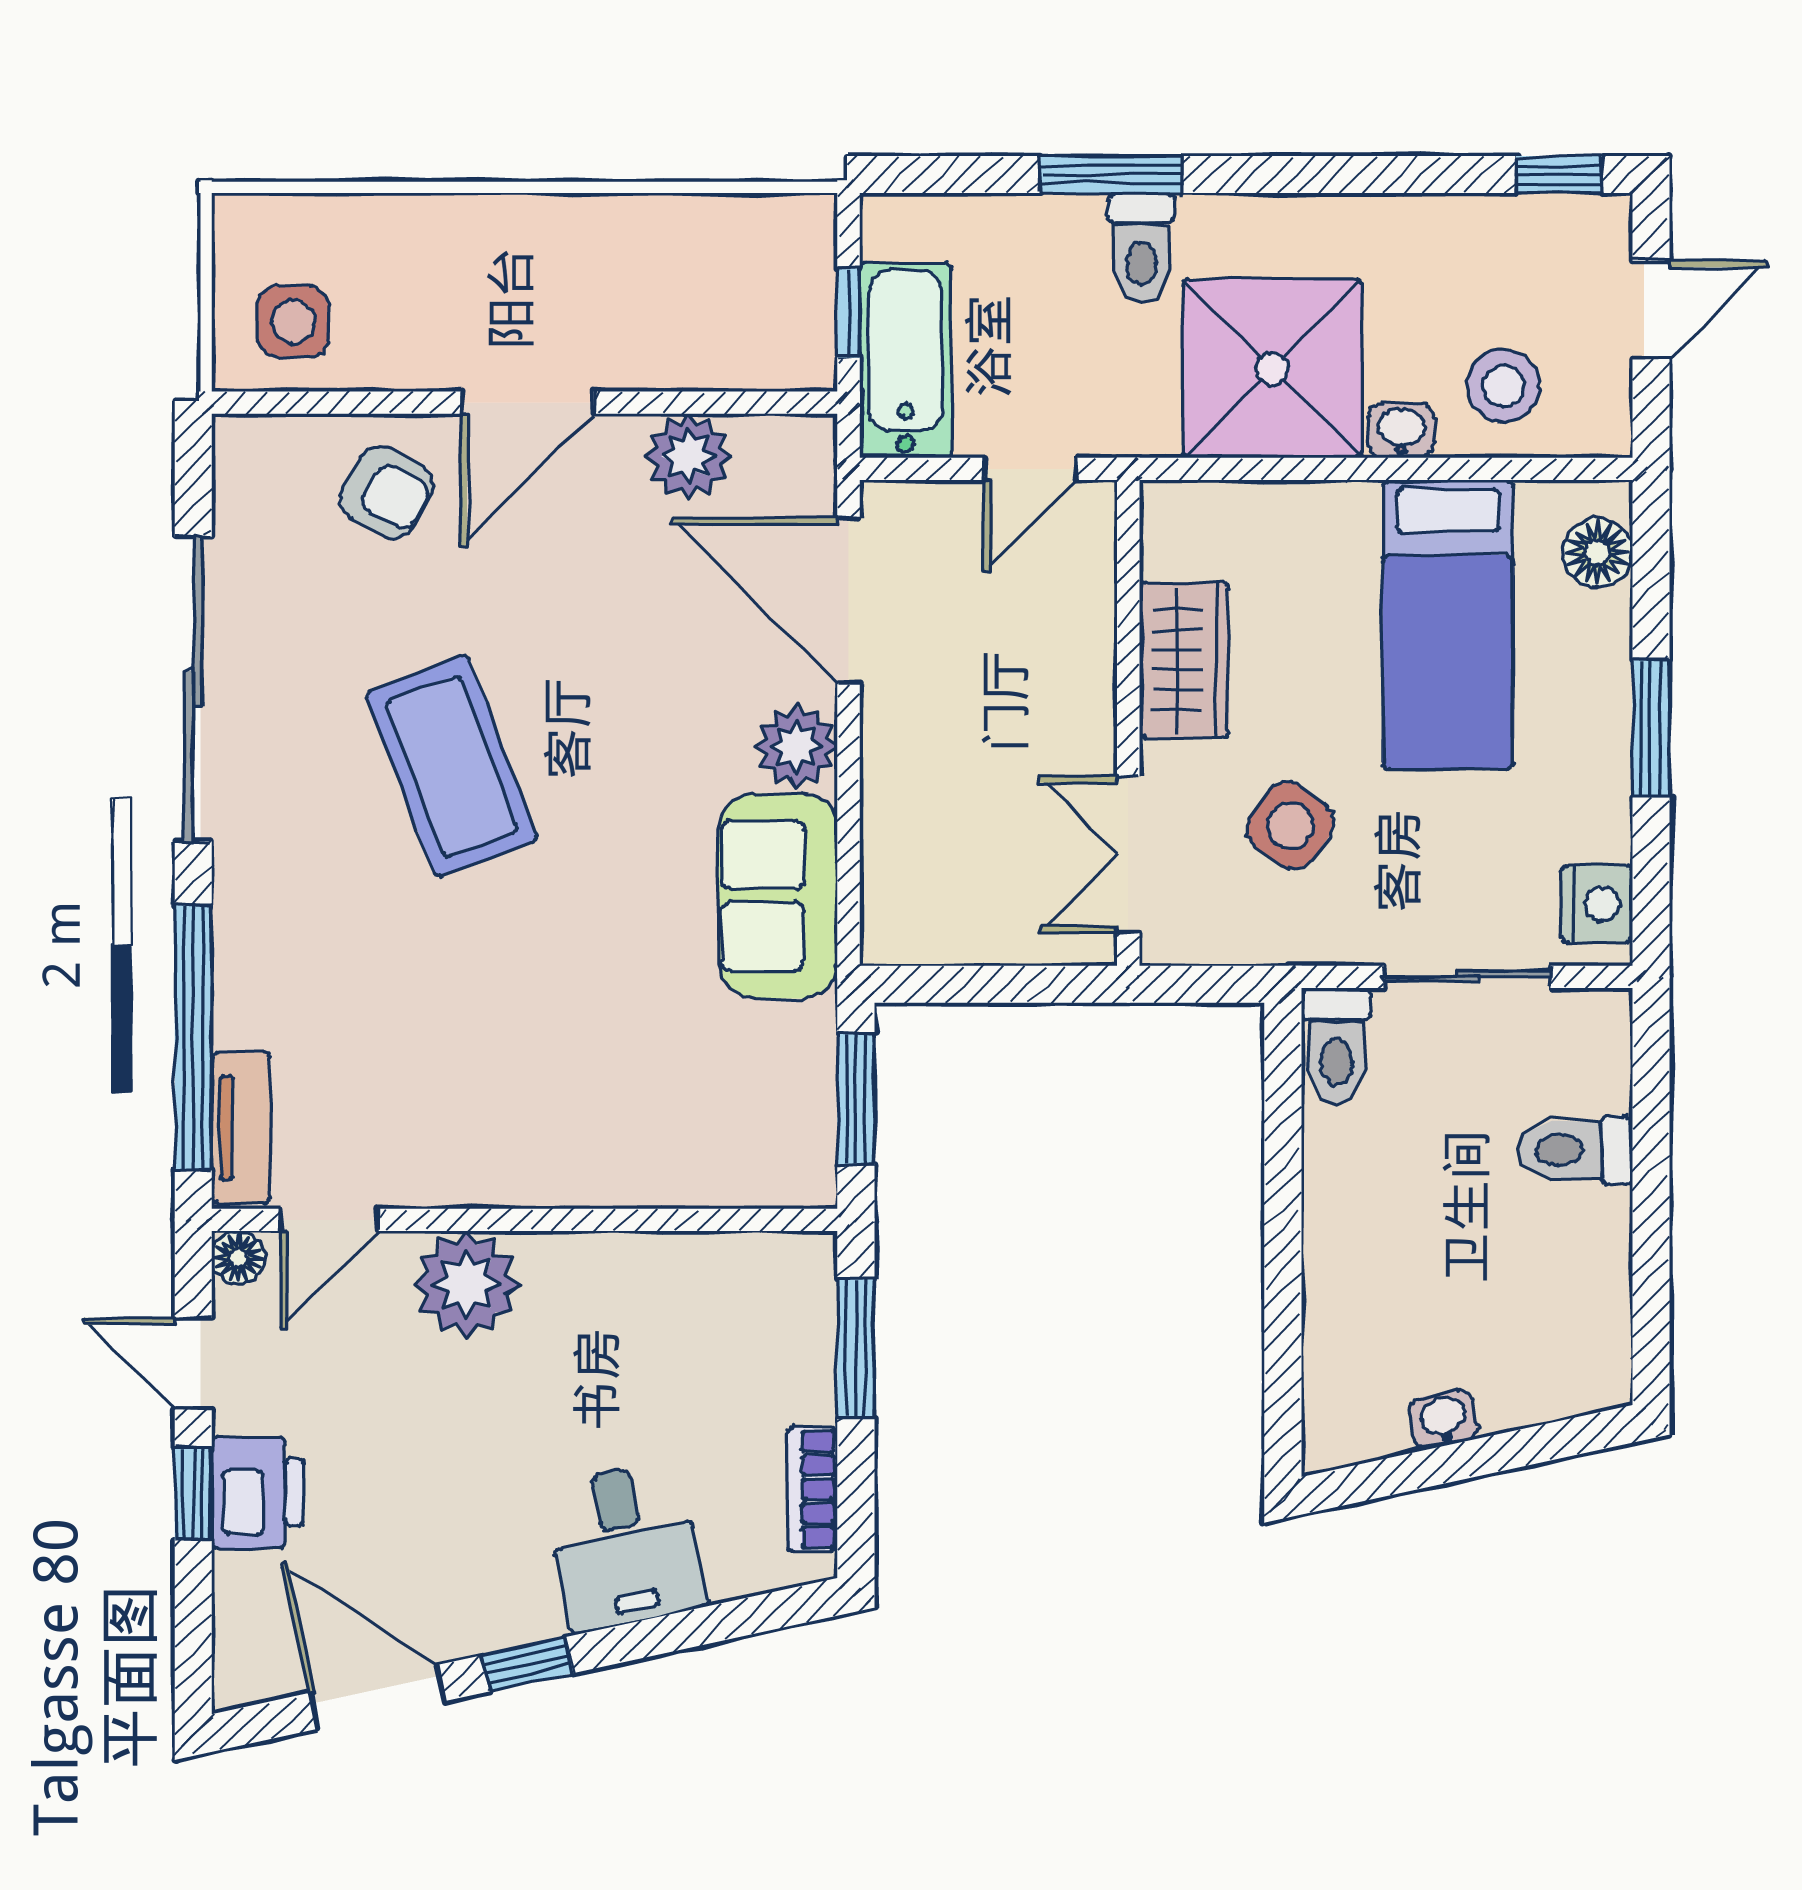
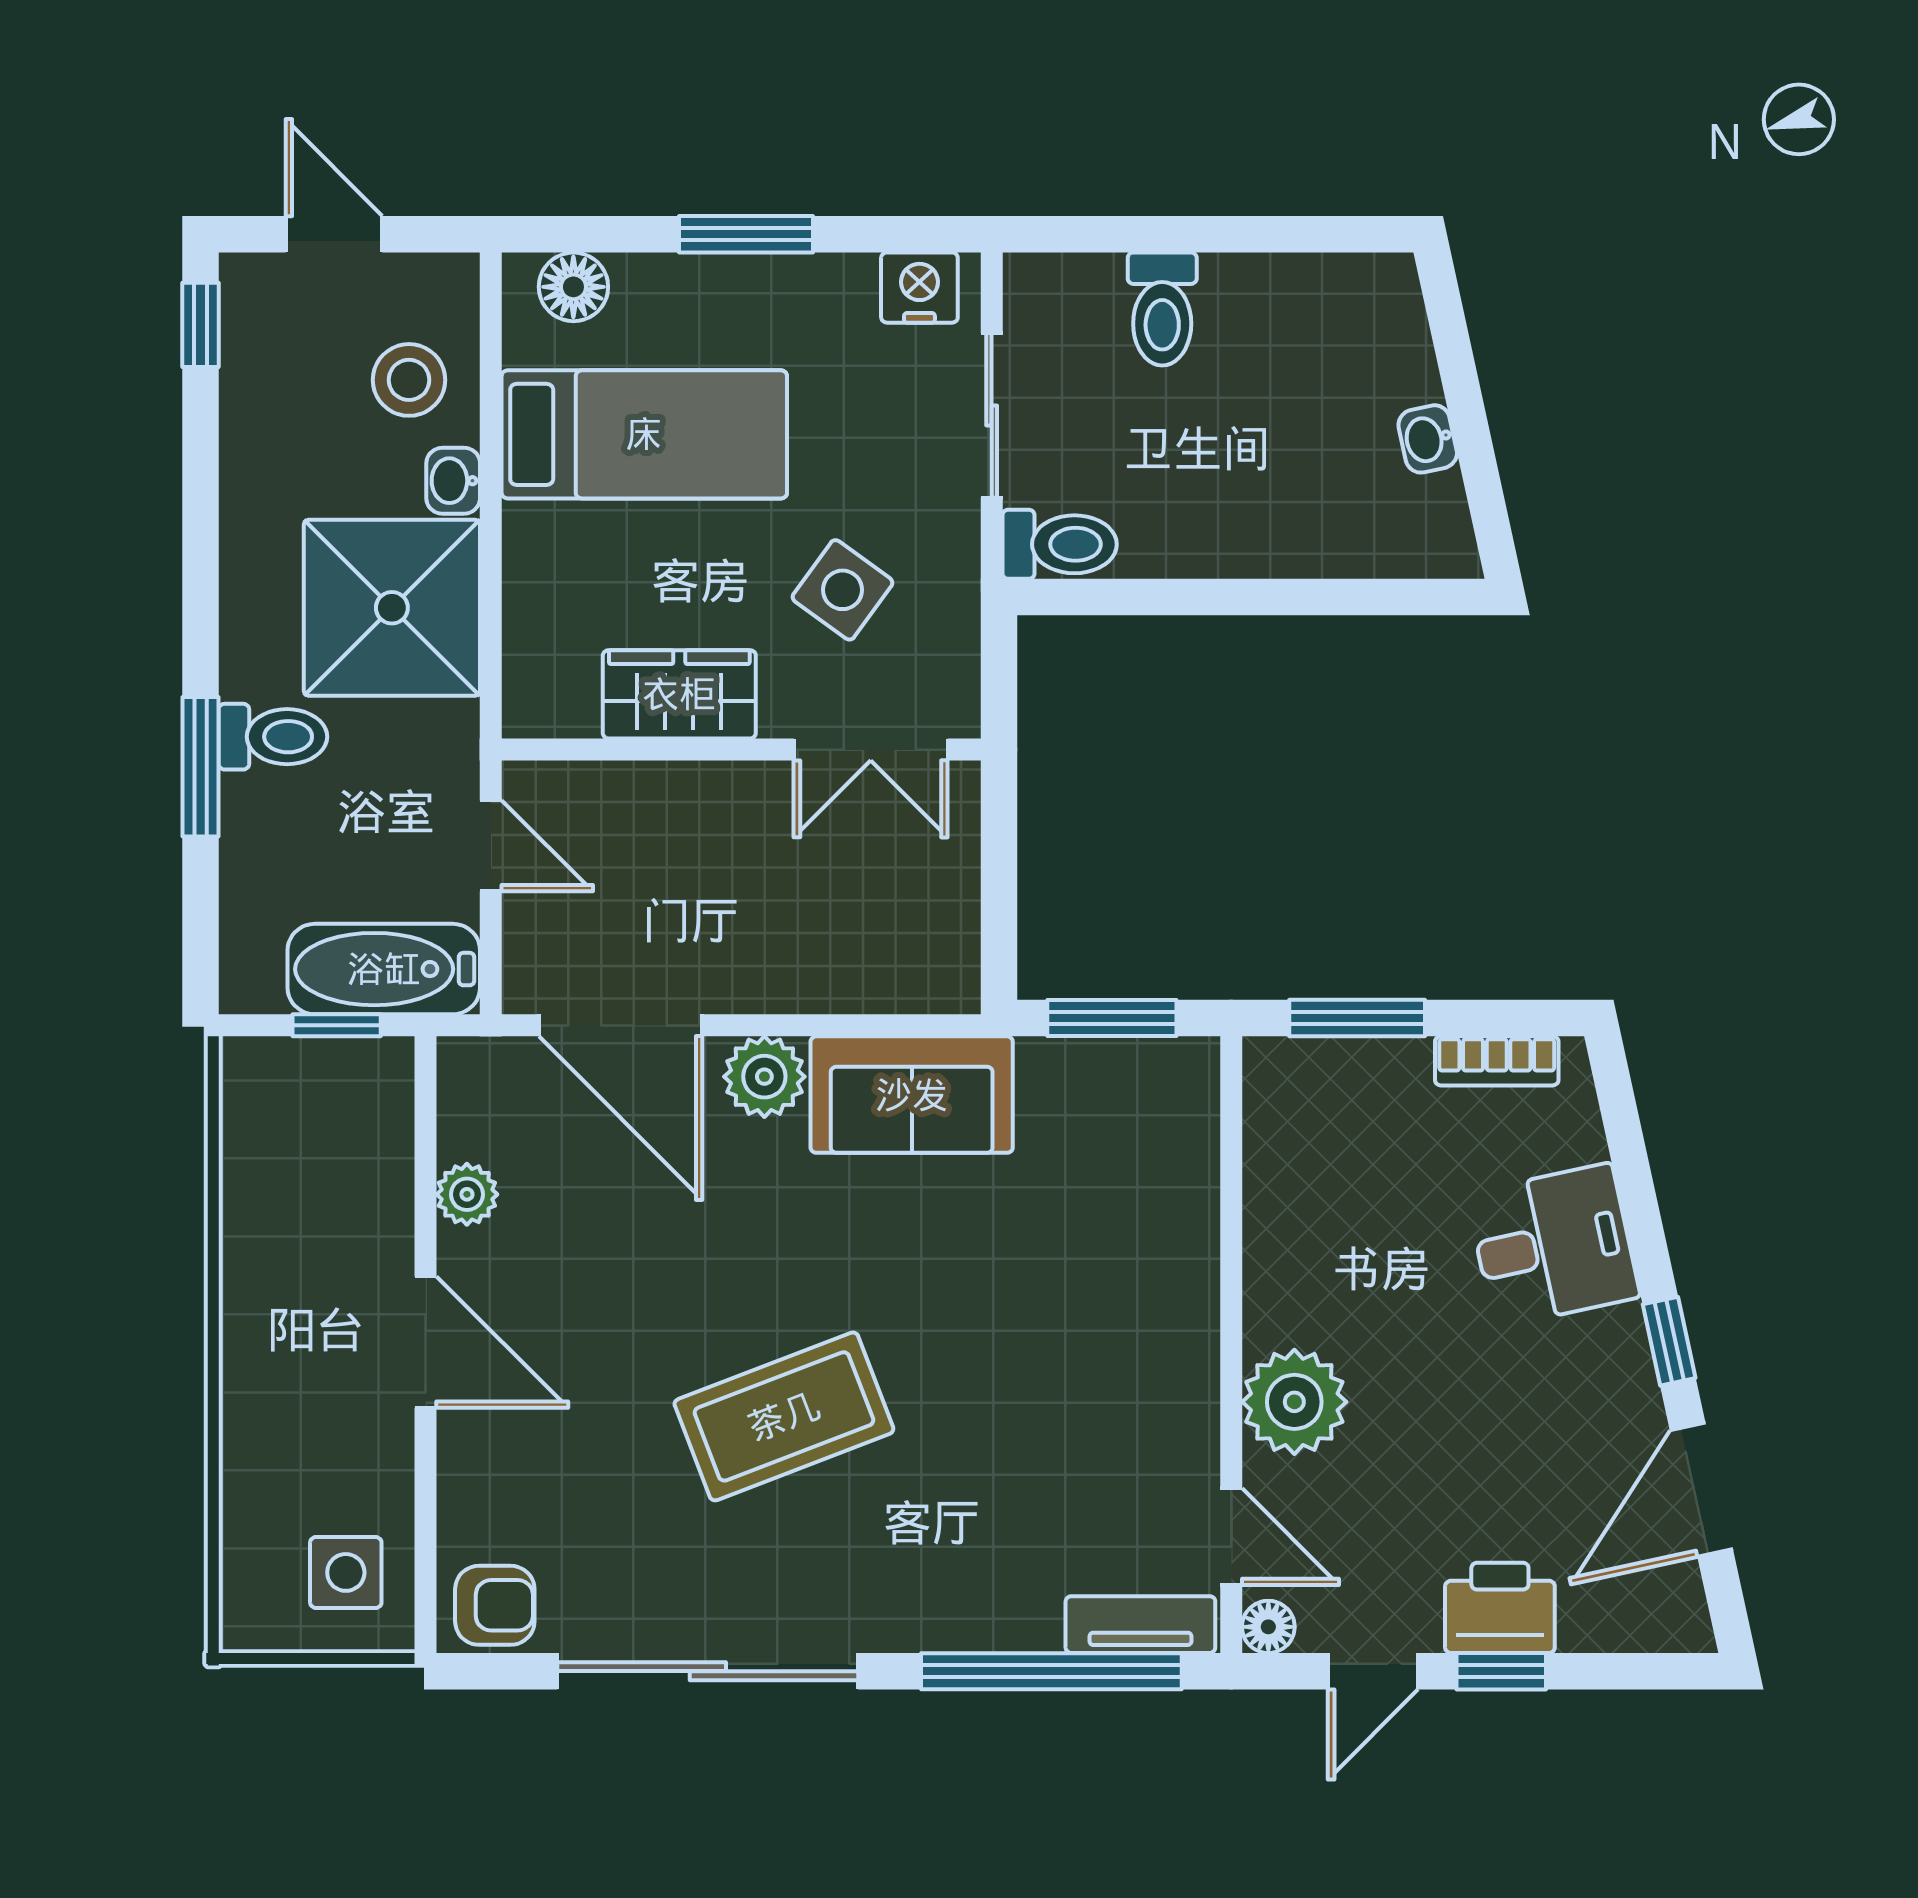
plant: (689, 456) -> (467, 1194), width x0.73, depth x0.73
armchair: (387, 492) -> (495, 1605), moved, turned 62
door: (849, 601) -> (621, 1025), hinge flipped

